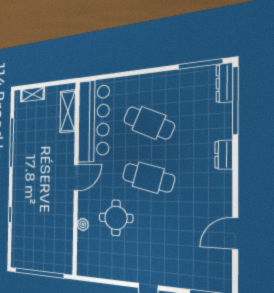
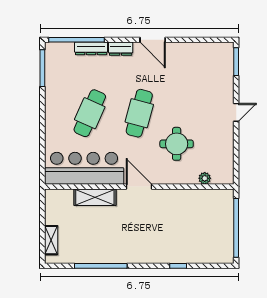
dresser: (224, 83) -> (91, 48), moved
shelving: (68, 111) -> (95, 197), moved
plant: (83, 224) -> (205, 178), moved
door: (235, 233) -> (153, 40), moved

